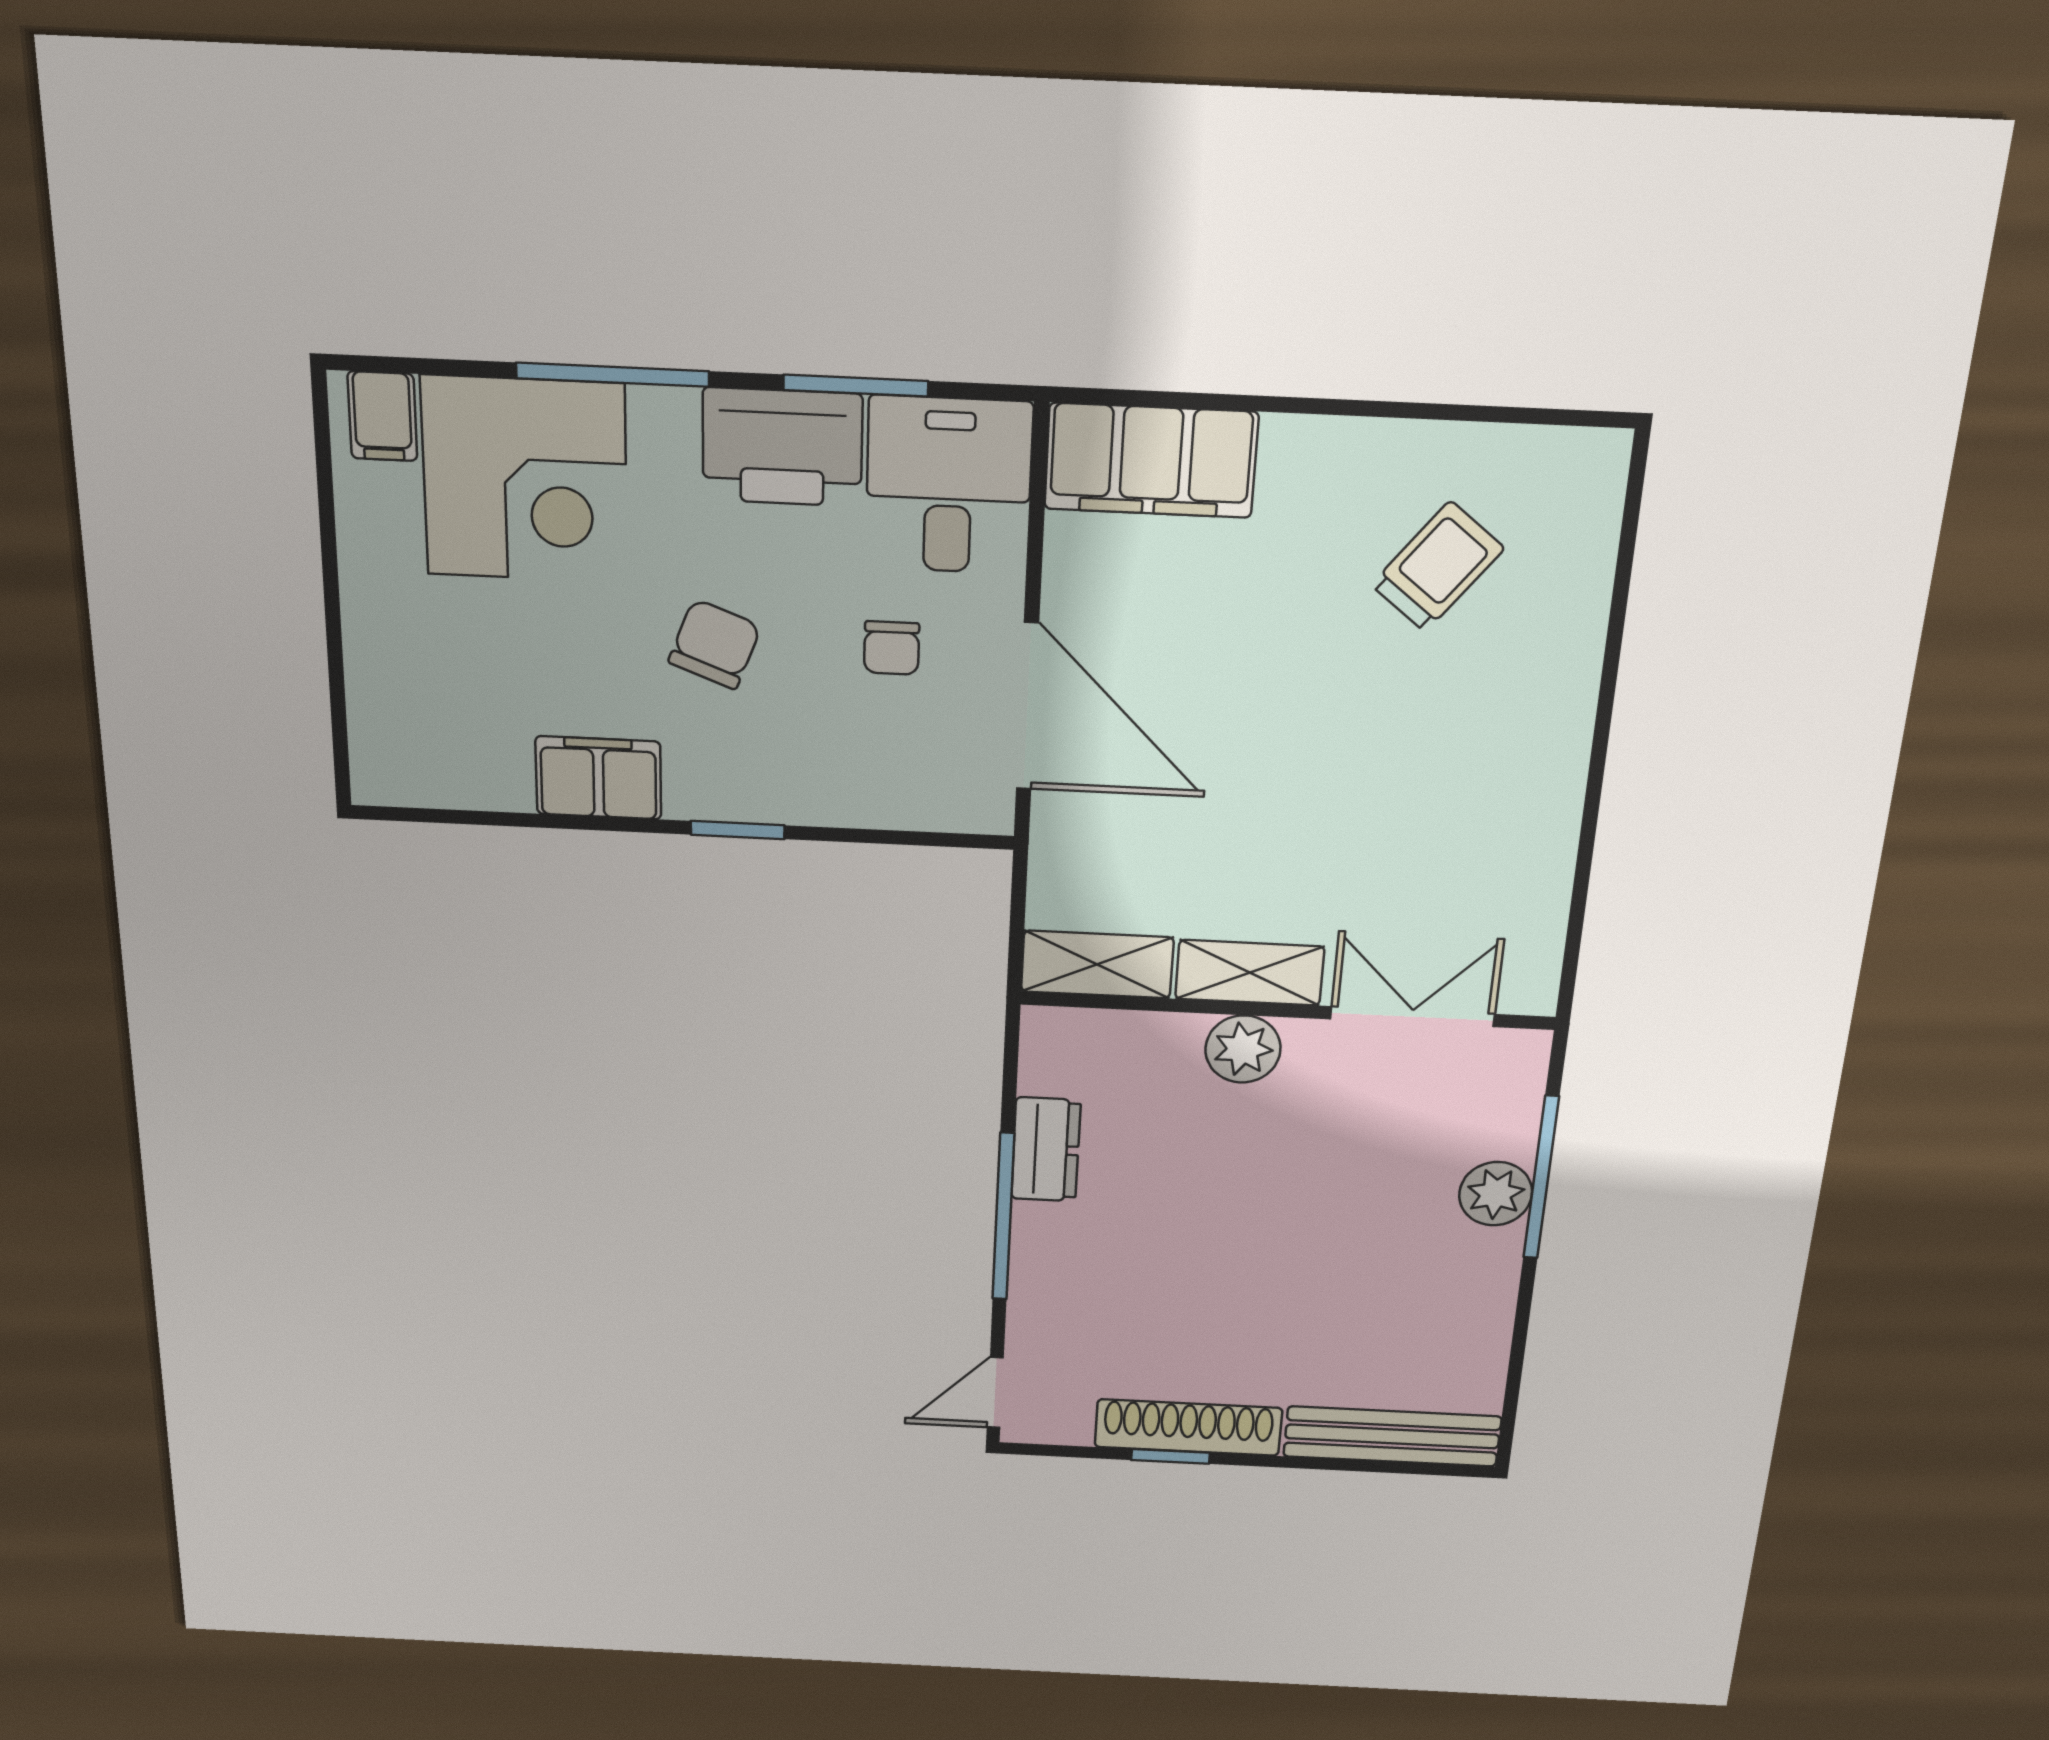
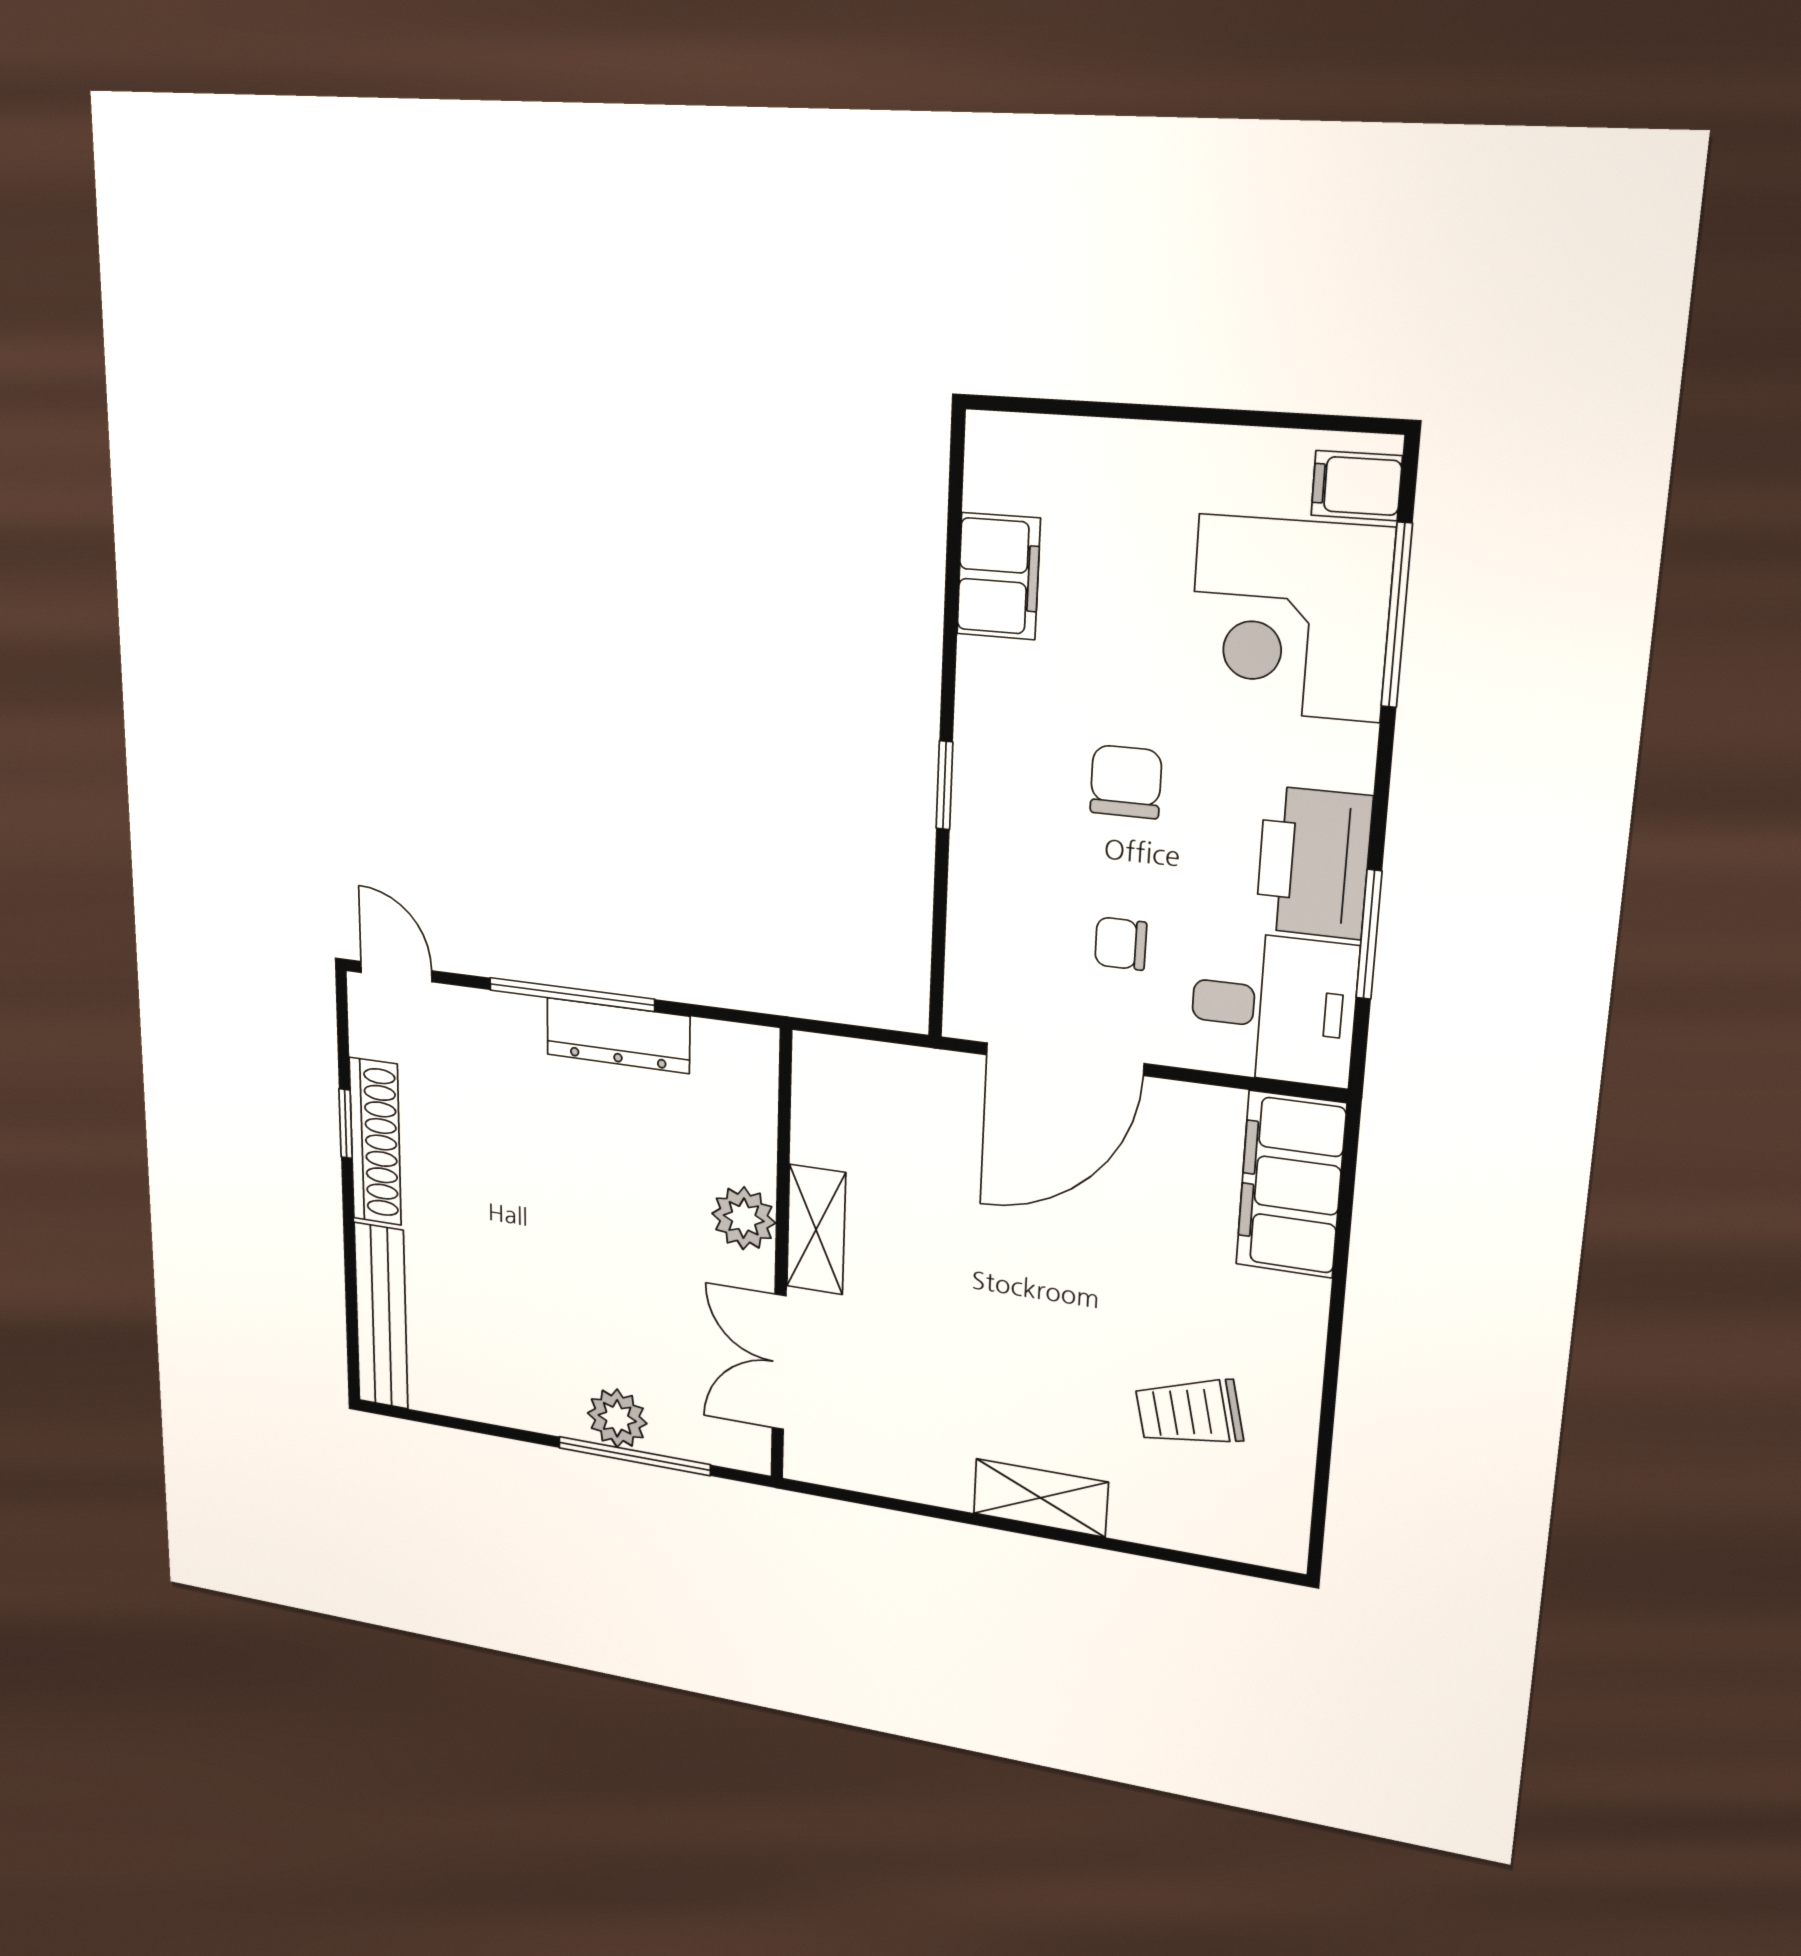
window: (613, 375) -> (1397, 615), moved
trolley: (1438, 567) -> (1189, 1412), turned 129
chair: (715, 644) -> (1126, 782), turned -111
filing cabinet: (598, 778) -> (998, 576), moved
shelving: (1097, 964) -> (1041, 1498), moved, turned 90
double door: (1412, 1017) -> (779, 1362), swing flipped
dresser: (1046, 1149) -> (618, 1035), width x1.44

